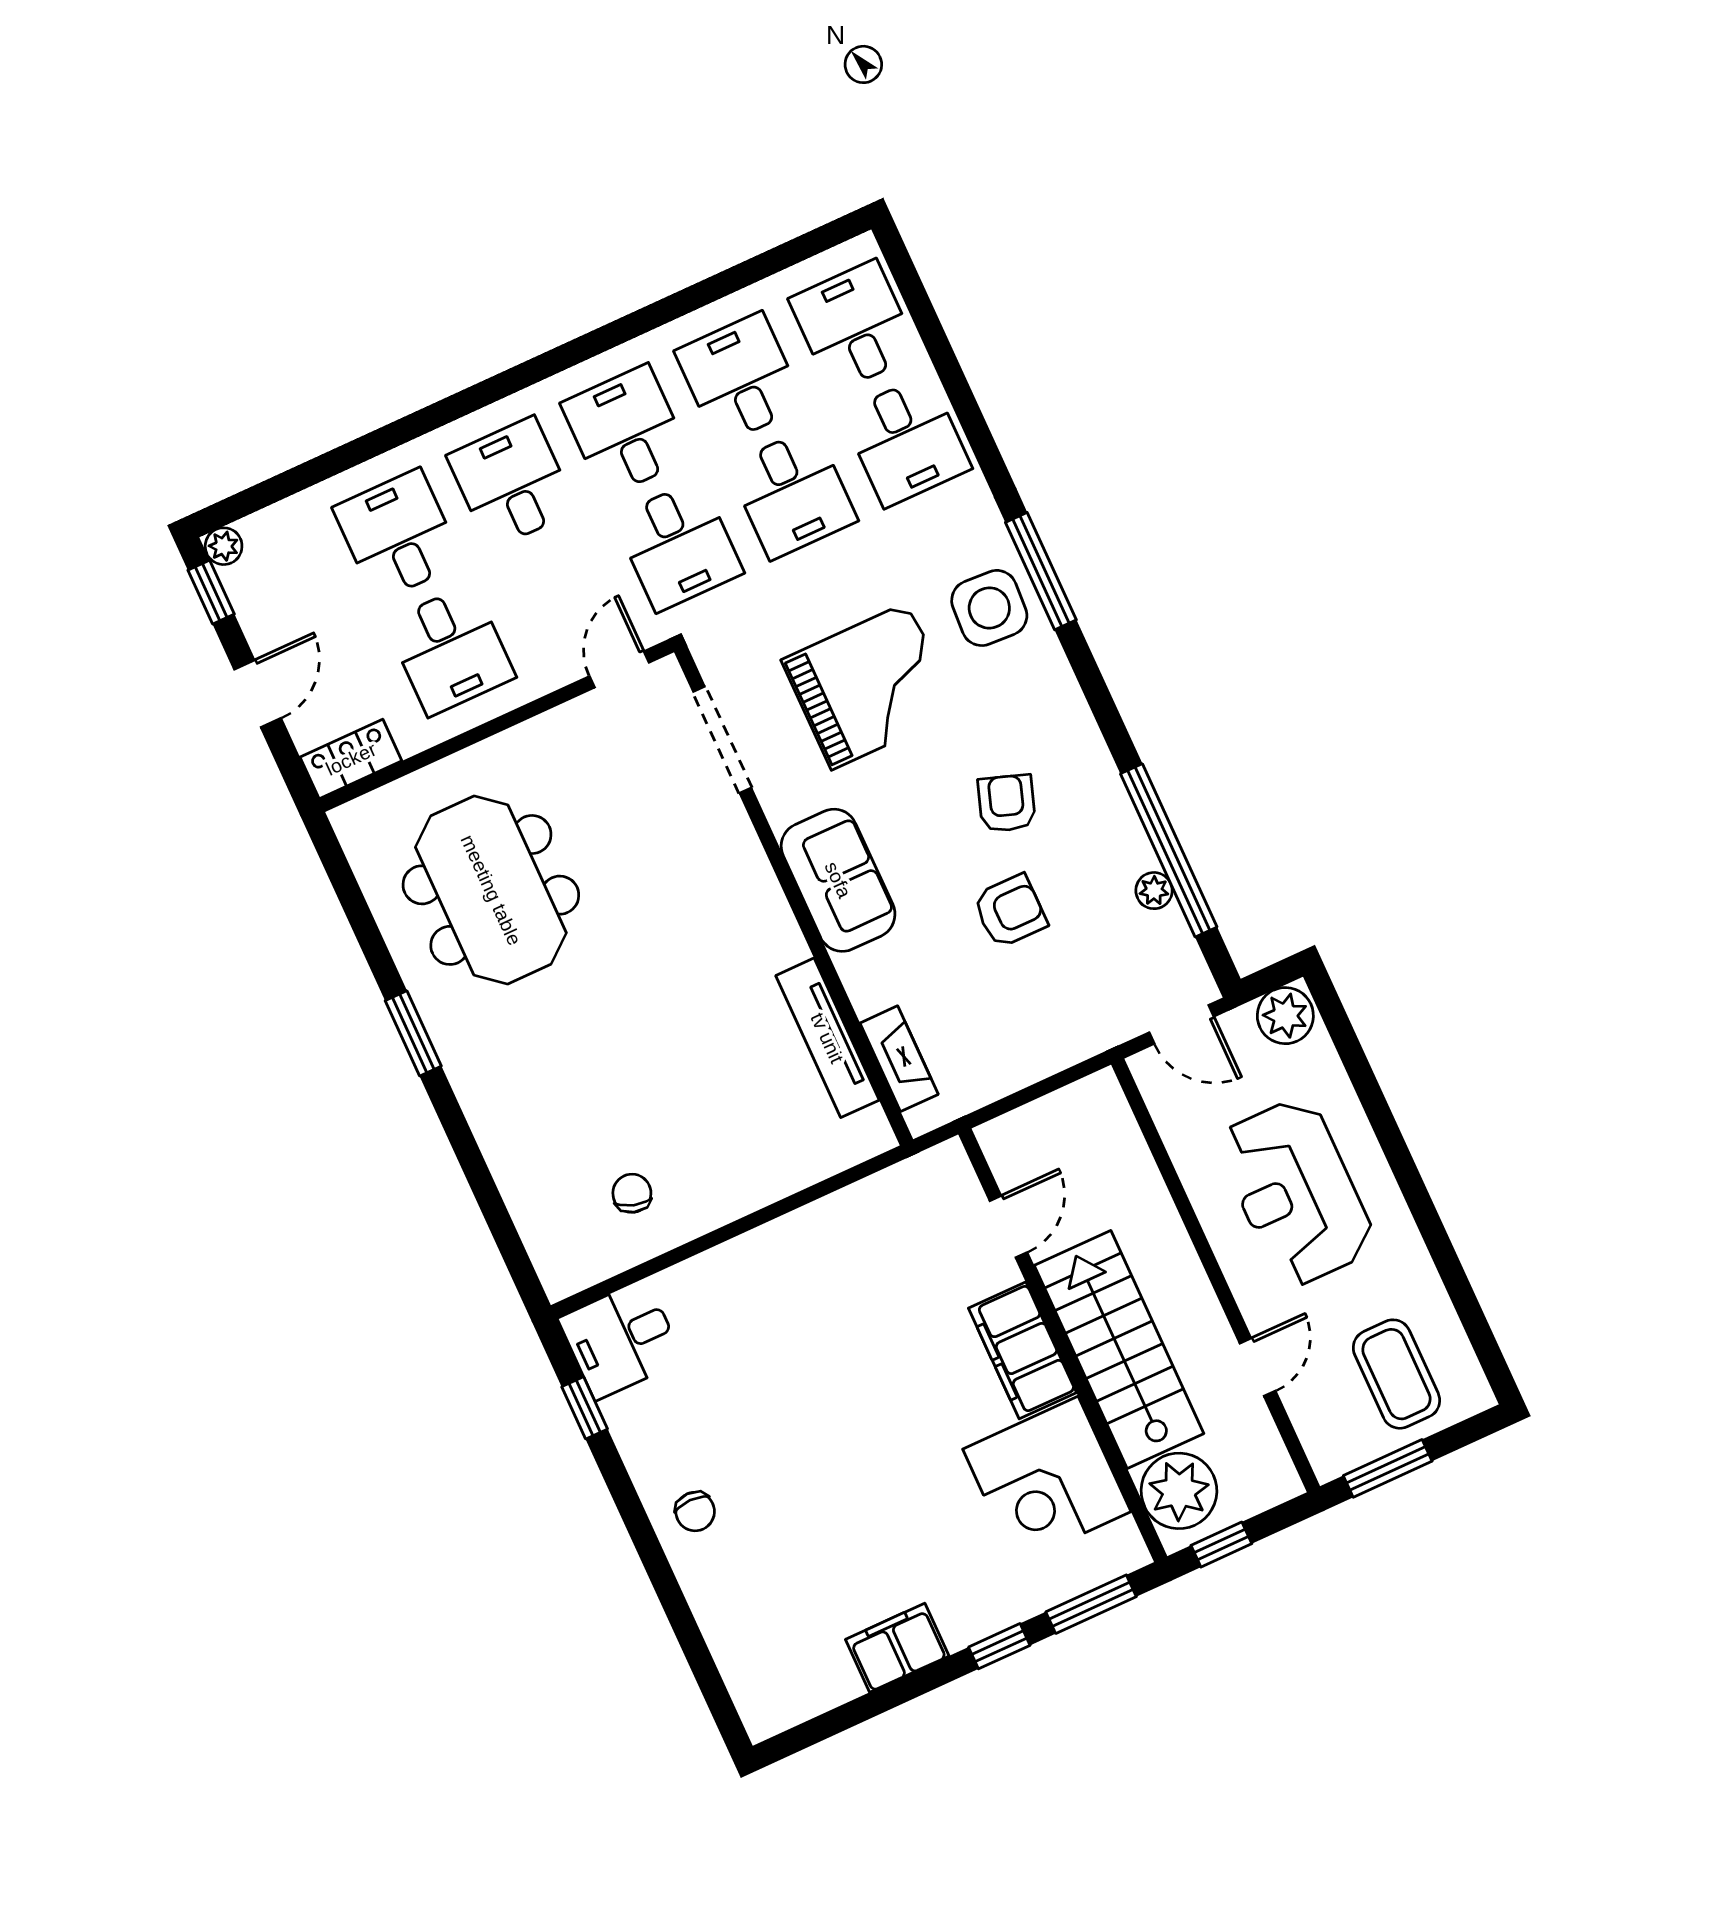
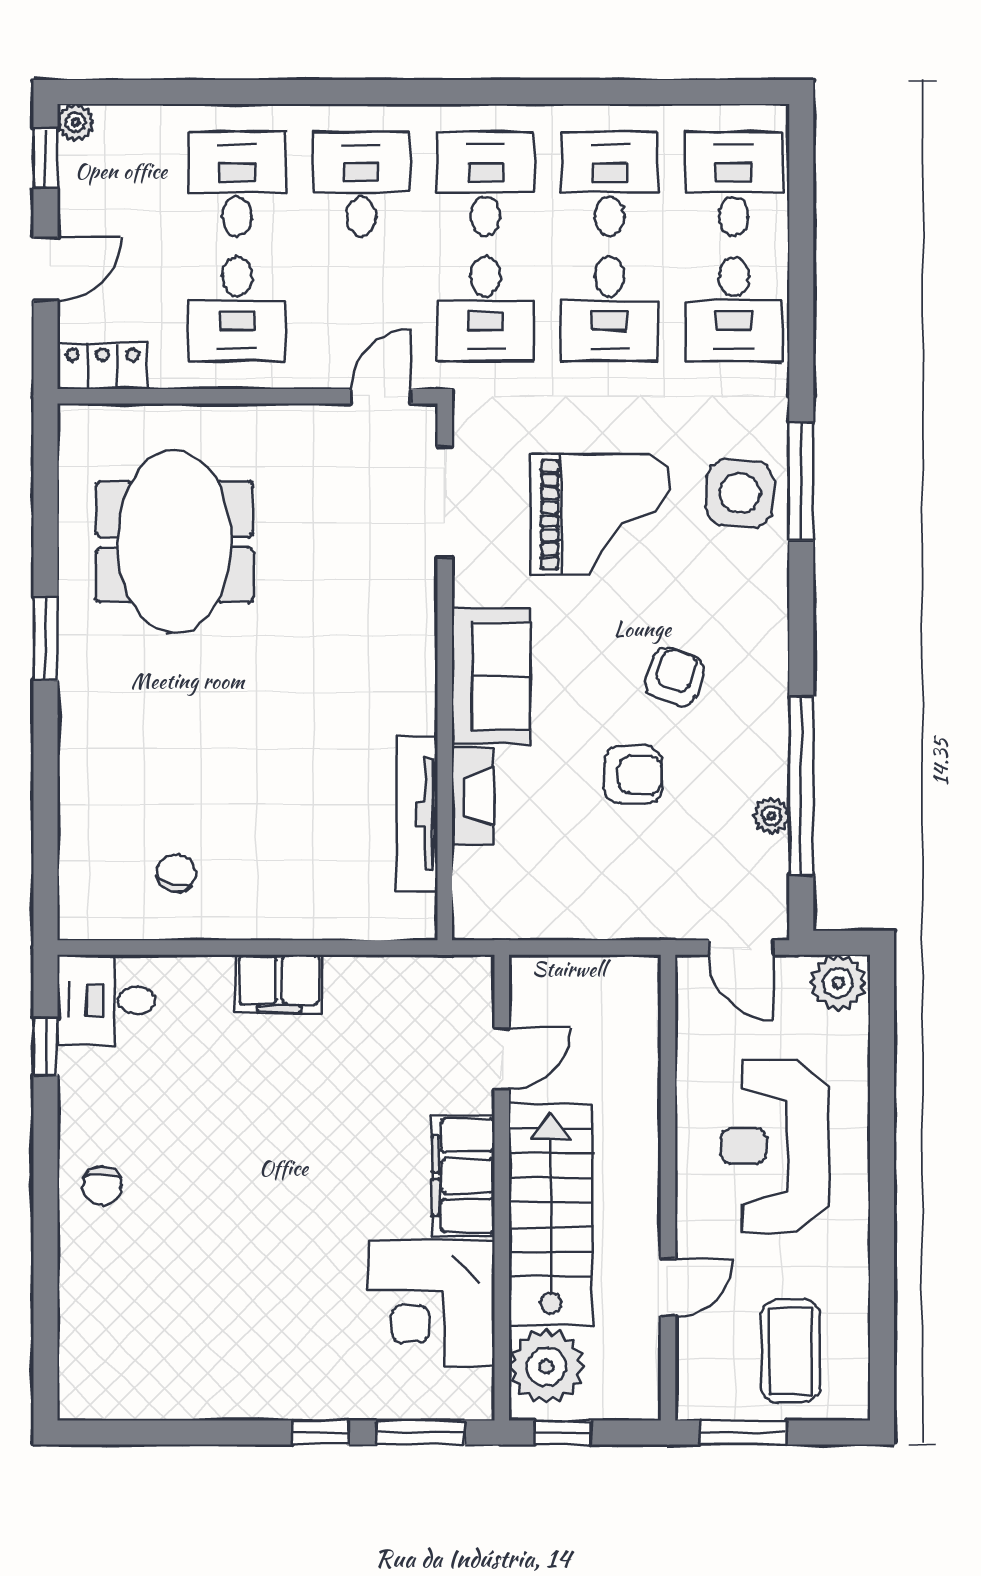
fireplace: (899, 1059) -> (472, 796), moved
filing cabinet: (897, 1648) -> (279, 984), moved, turned 180

